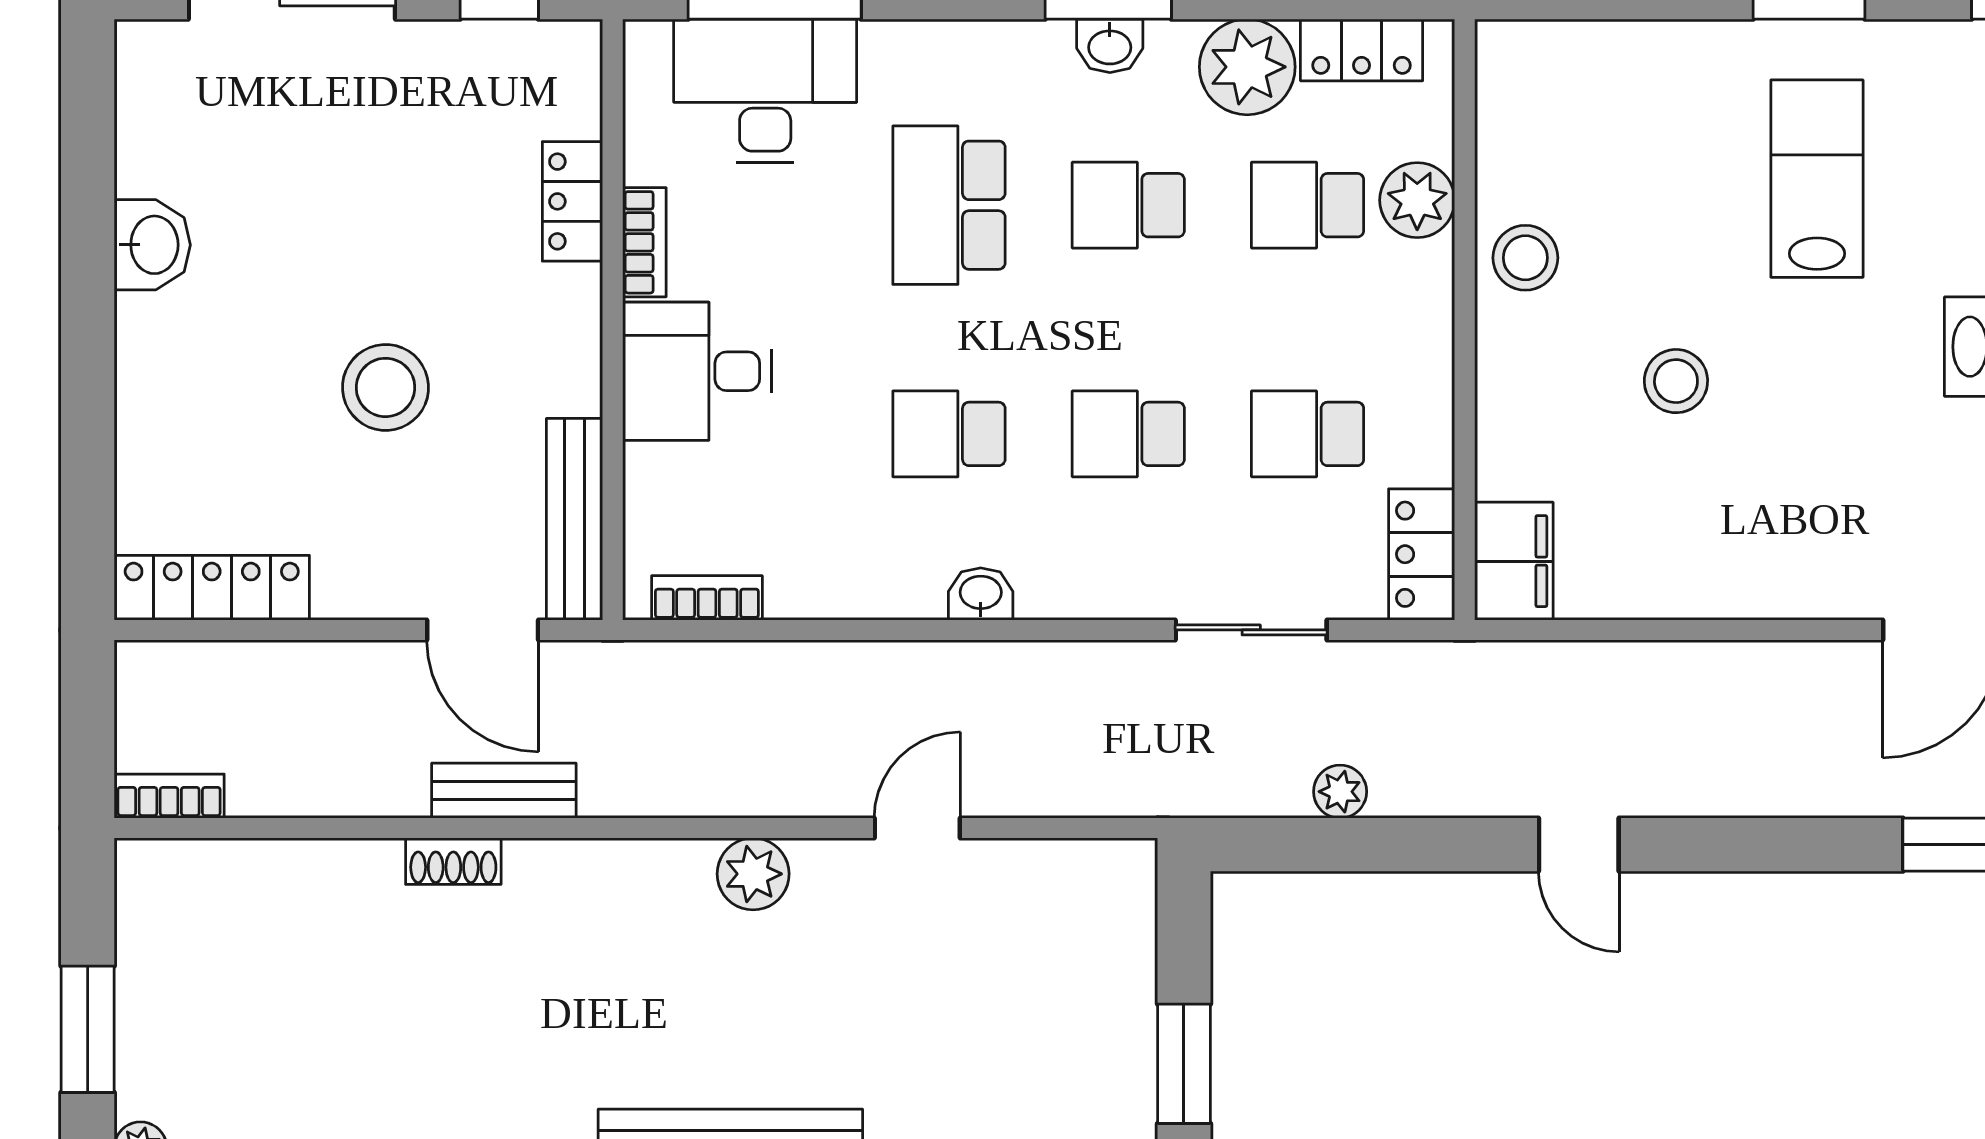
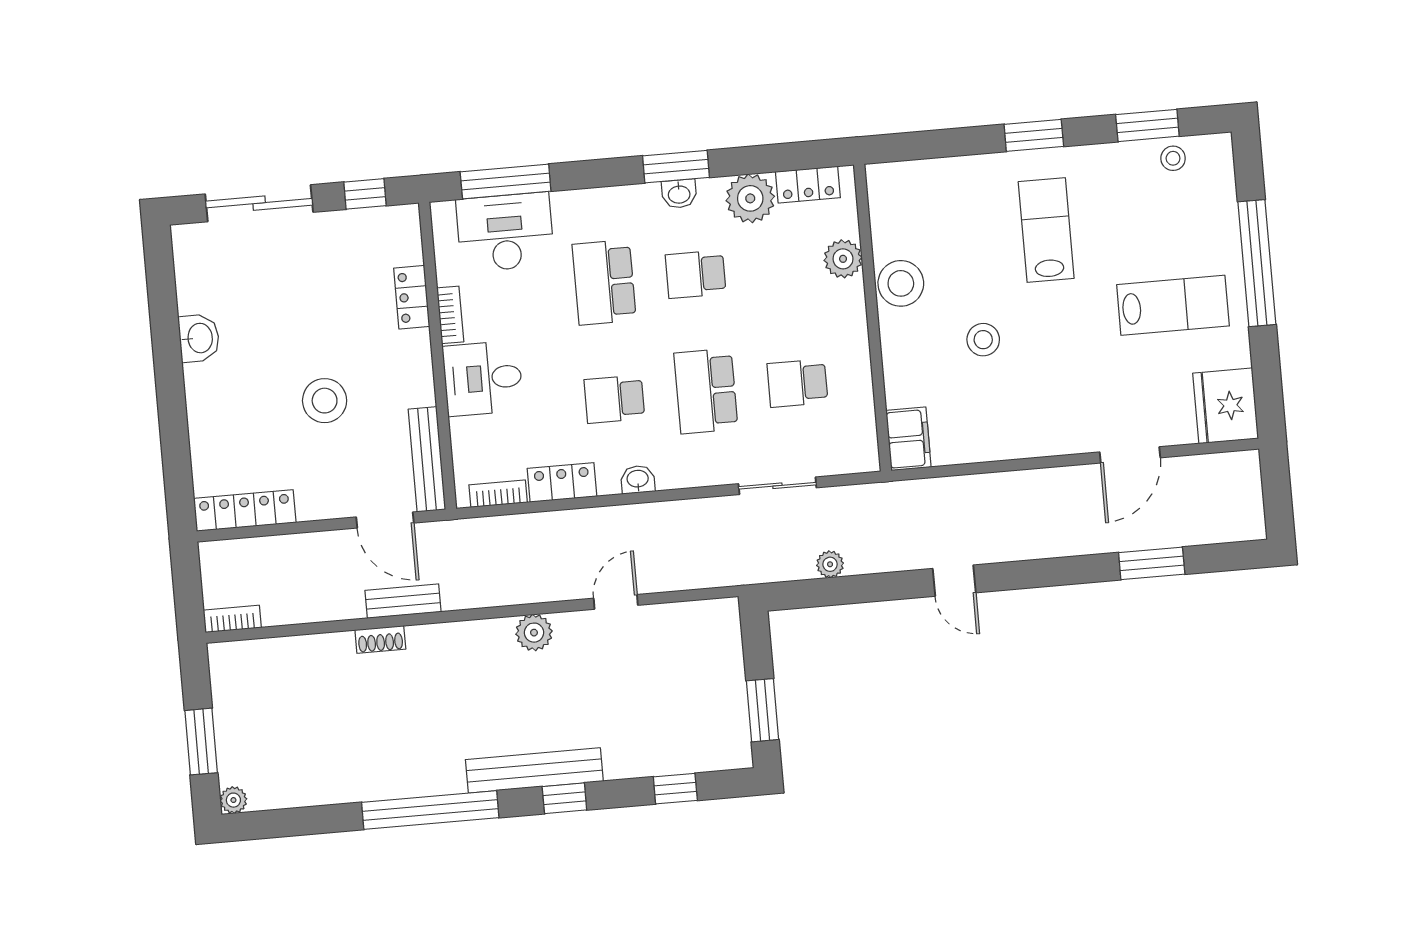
school desk: (1308, 205) -> (787, 266), removed
stool: (1525, 258) -> (901, 283), width x1.38, depth x1.38
school desk: (1128, 434) -> (706, 391), width x1.85
locker: (1422, 554) -> (562, 482), moved, turned 90

